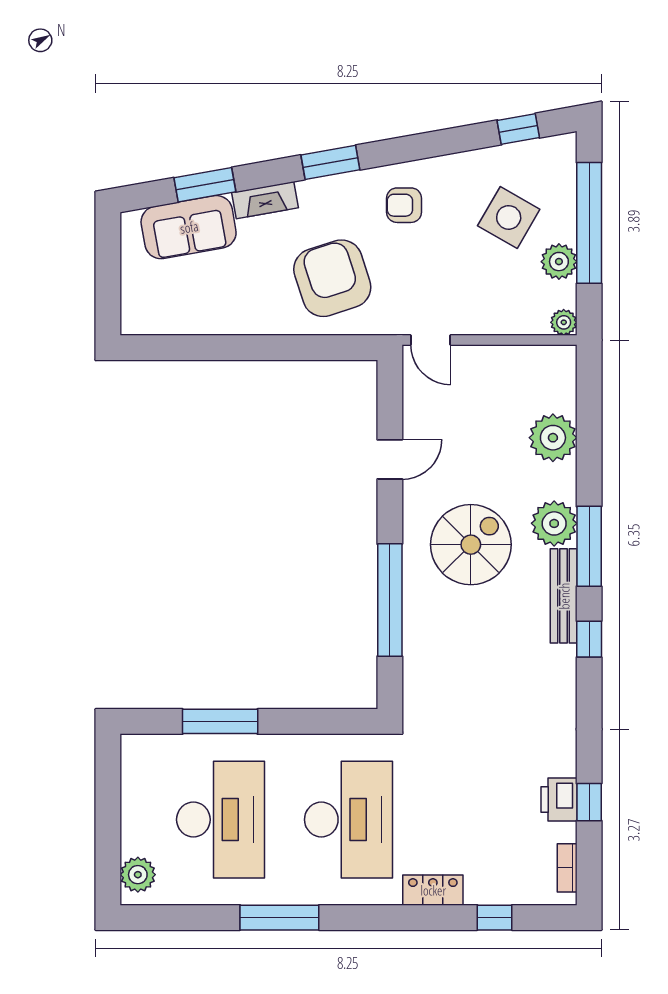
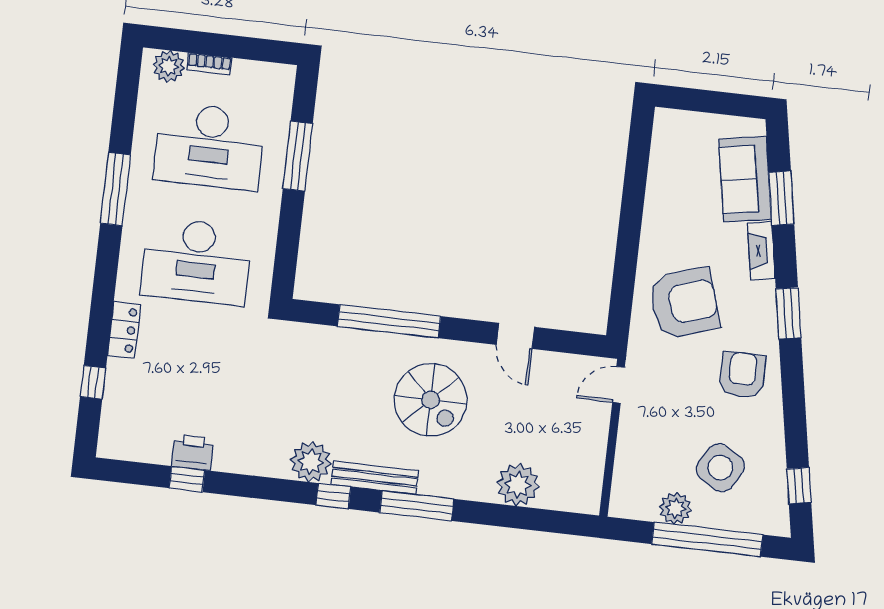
armchair: (404, 205) -> (742, 375), width x1.38, depth x1.38
plant: (564, 322) -> (621, 506), removed
plant: (554, 523) -> (311, 462), moved
bookcase: (567, 868) -> (209, 64), moved, turned 180

